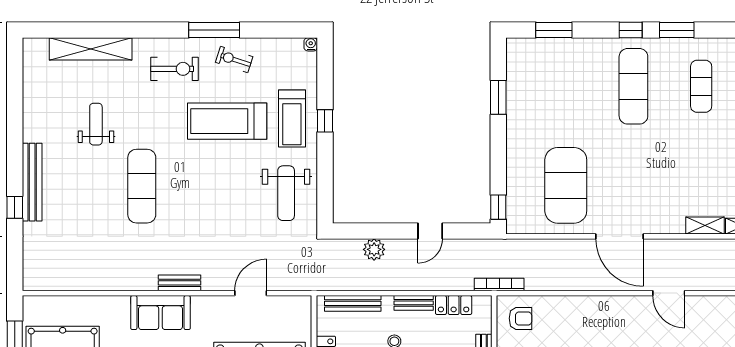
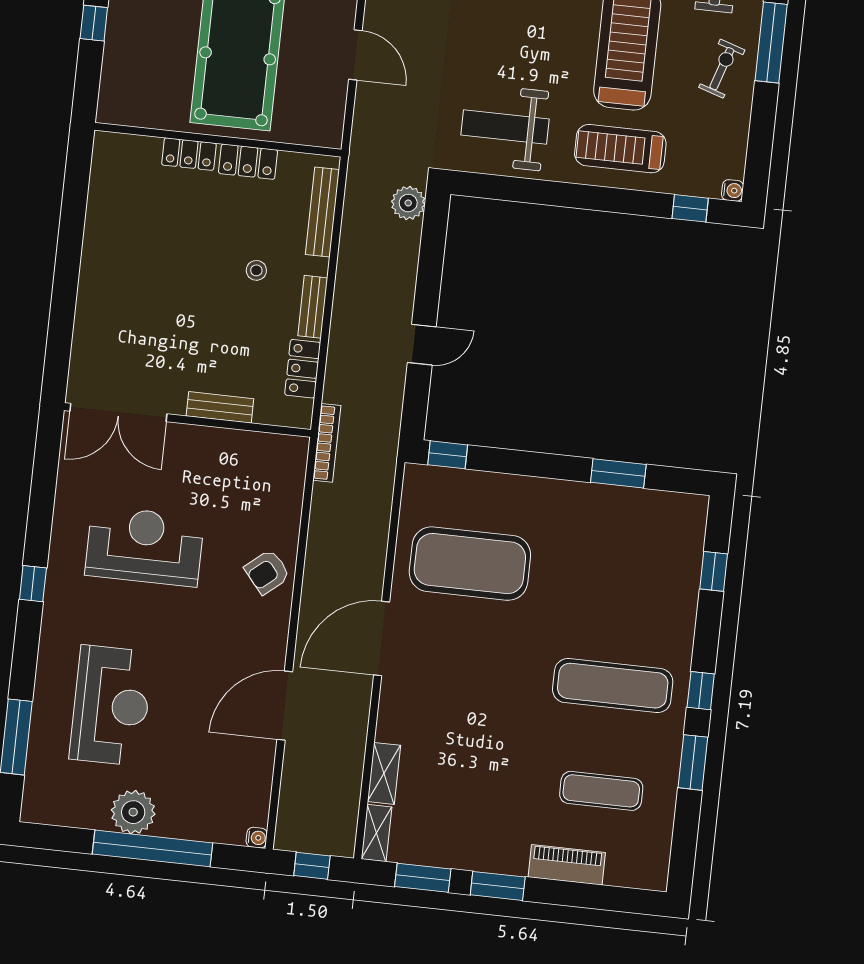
window: (554, 30) -> (714, 571), width x0.67
window: (325, 121) -> (690, 208), moved
door: (430, 231) -> (422, 345), swing flipped
plant: (374, 249) -> (408, 203), moved
door: (669, 293) -> (285, 706), width x1.36
armchair: (520, 318) -> (267, 572), moved, turned 50

